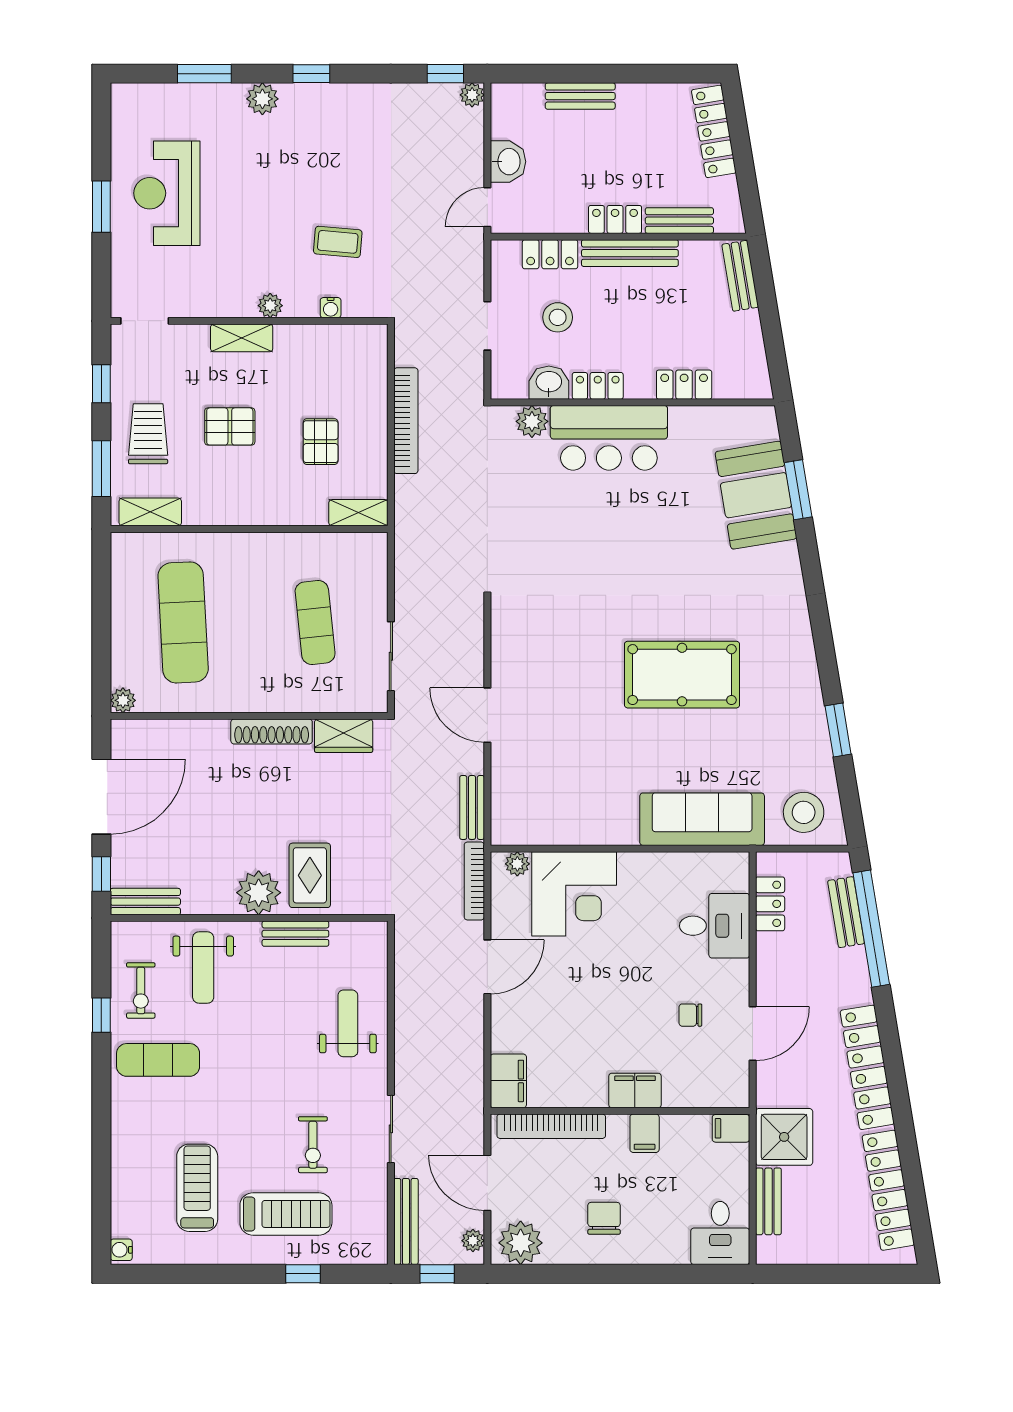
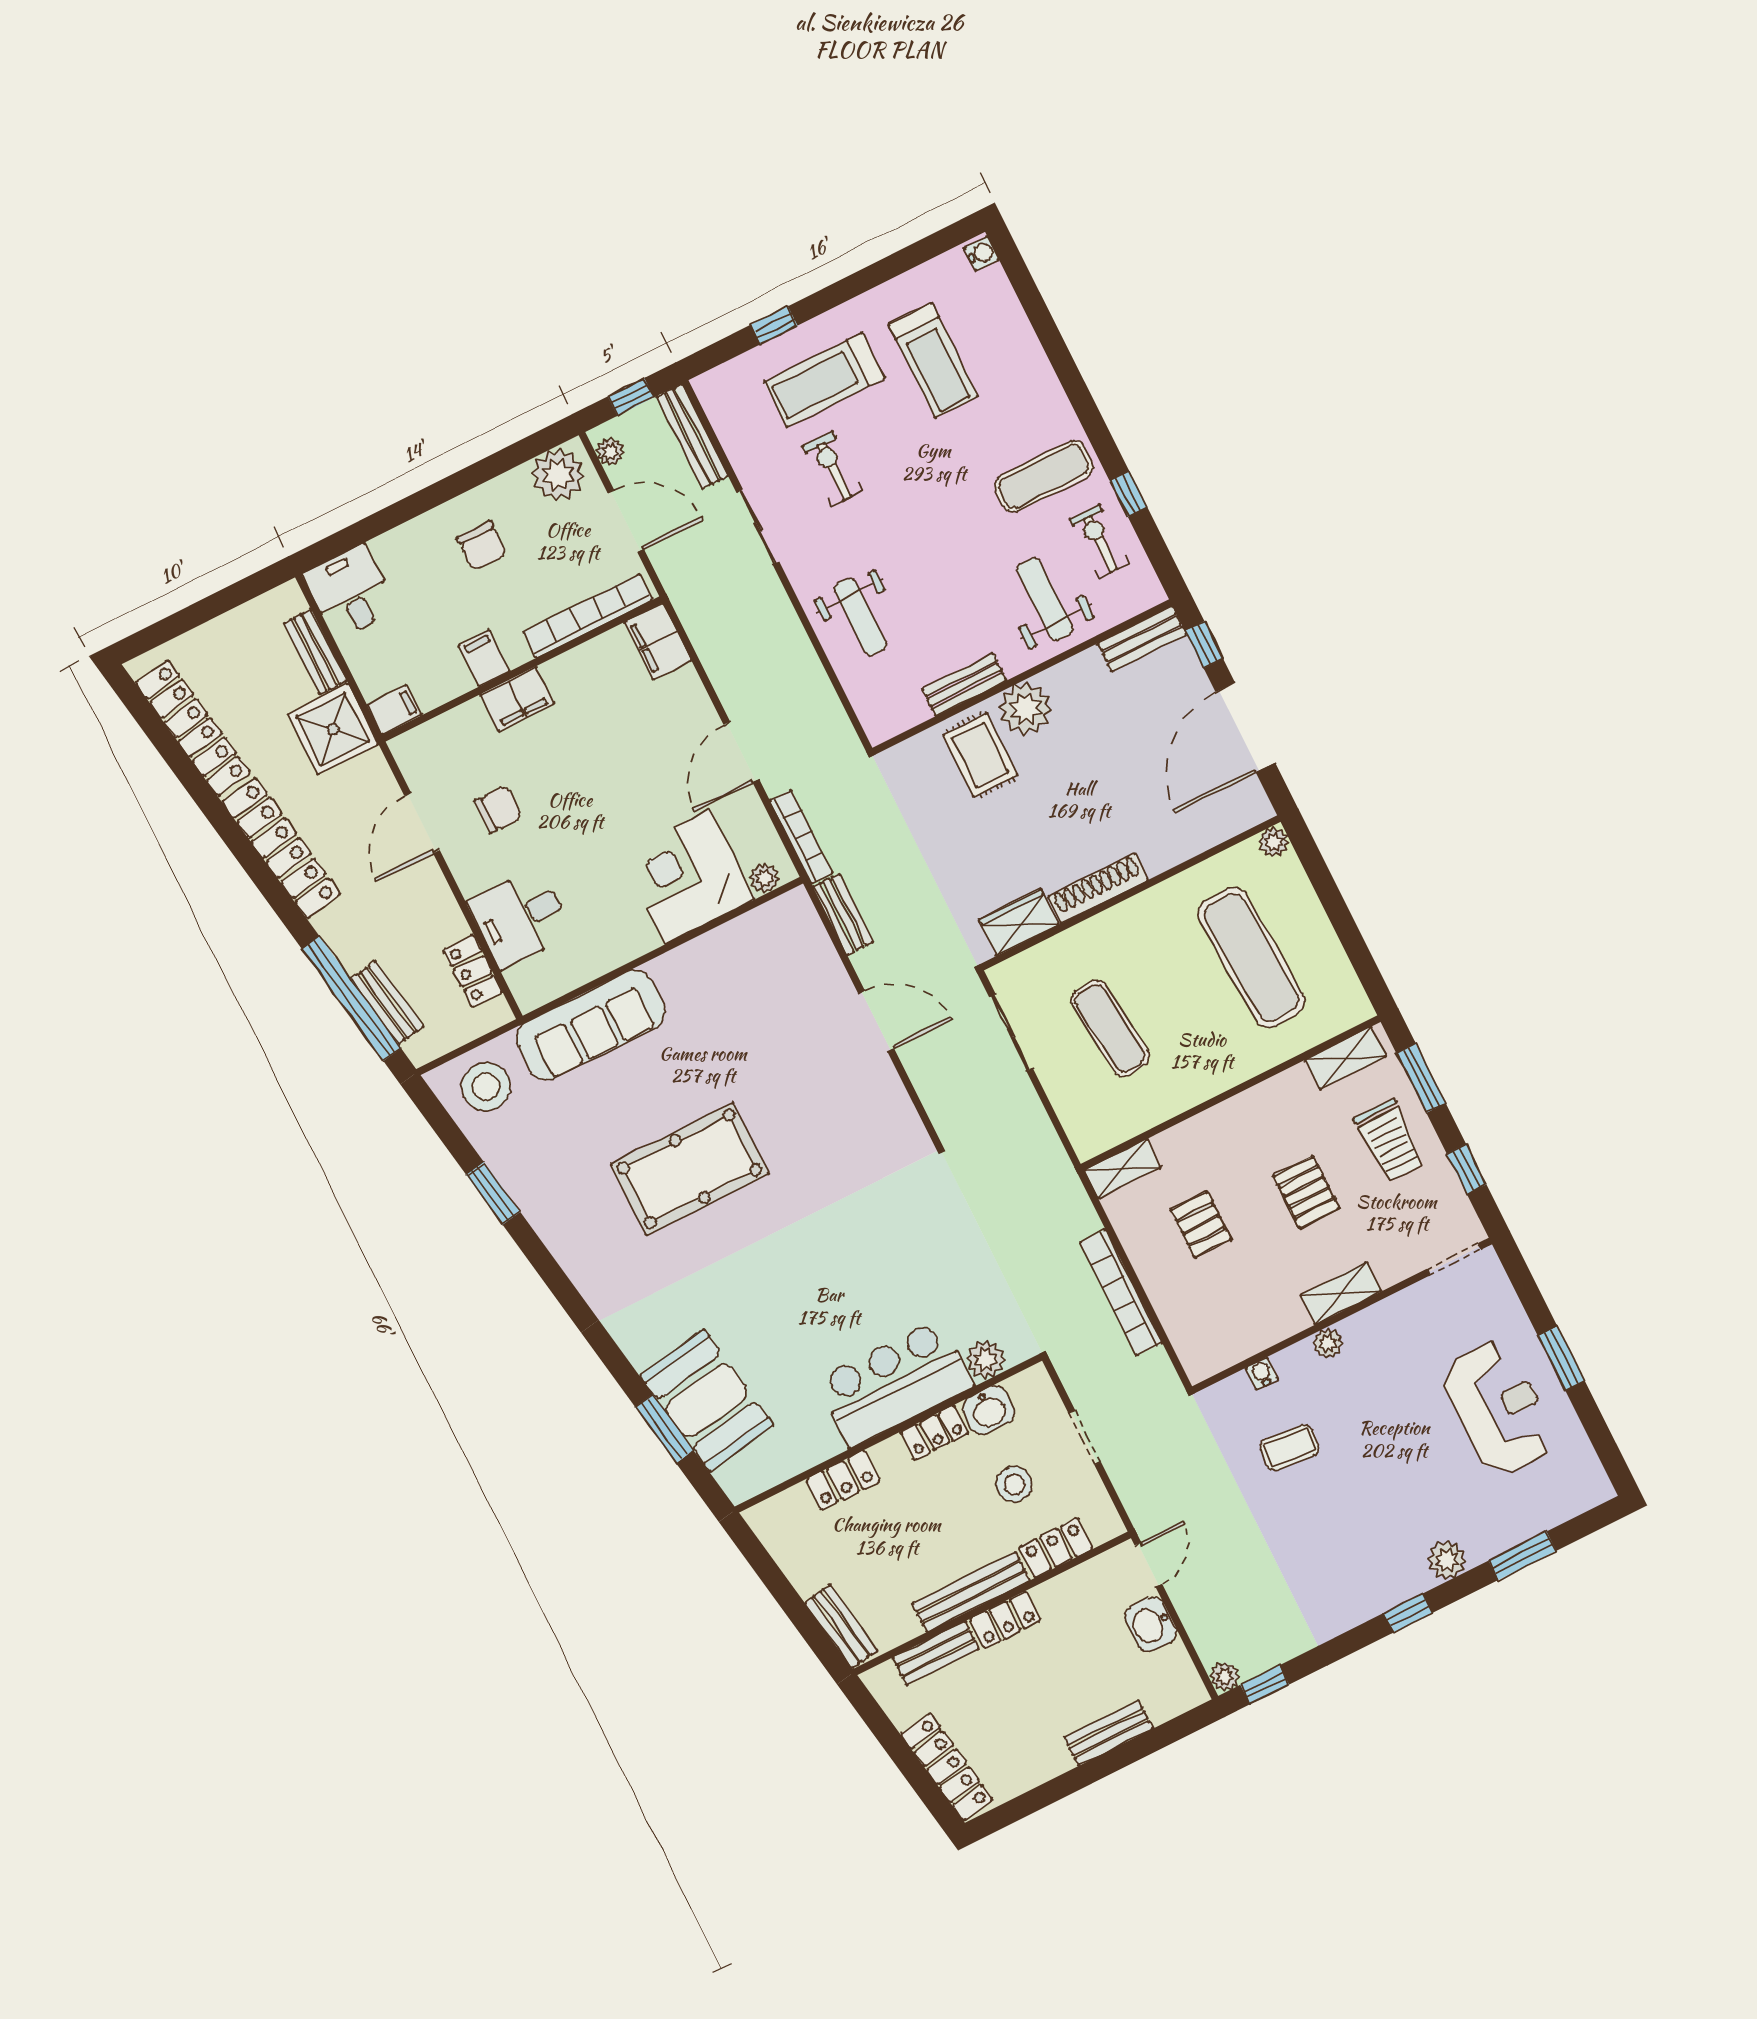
pallet: (230, 426) -> (1306, 1192), turned 90
chair: (690, 1015) -> (498, 809), width x1.37, depth x1.37

